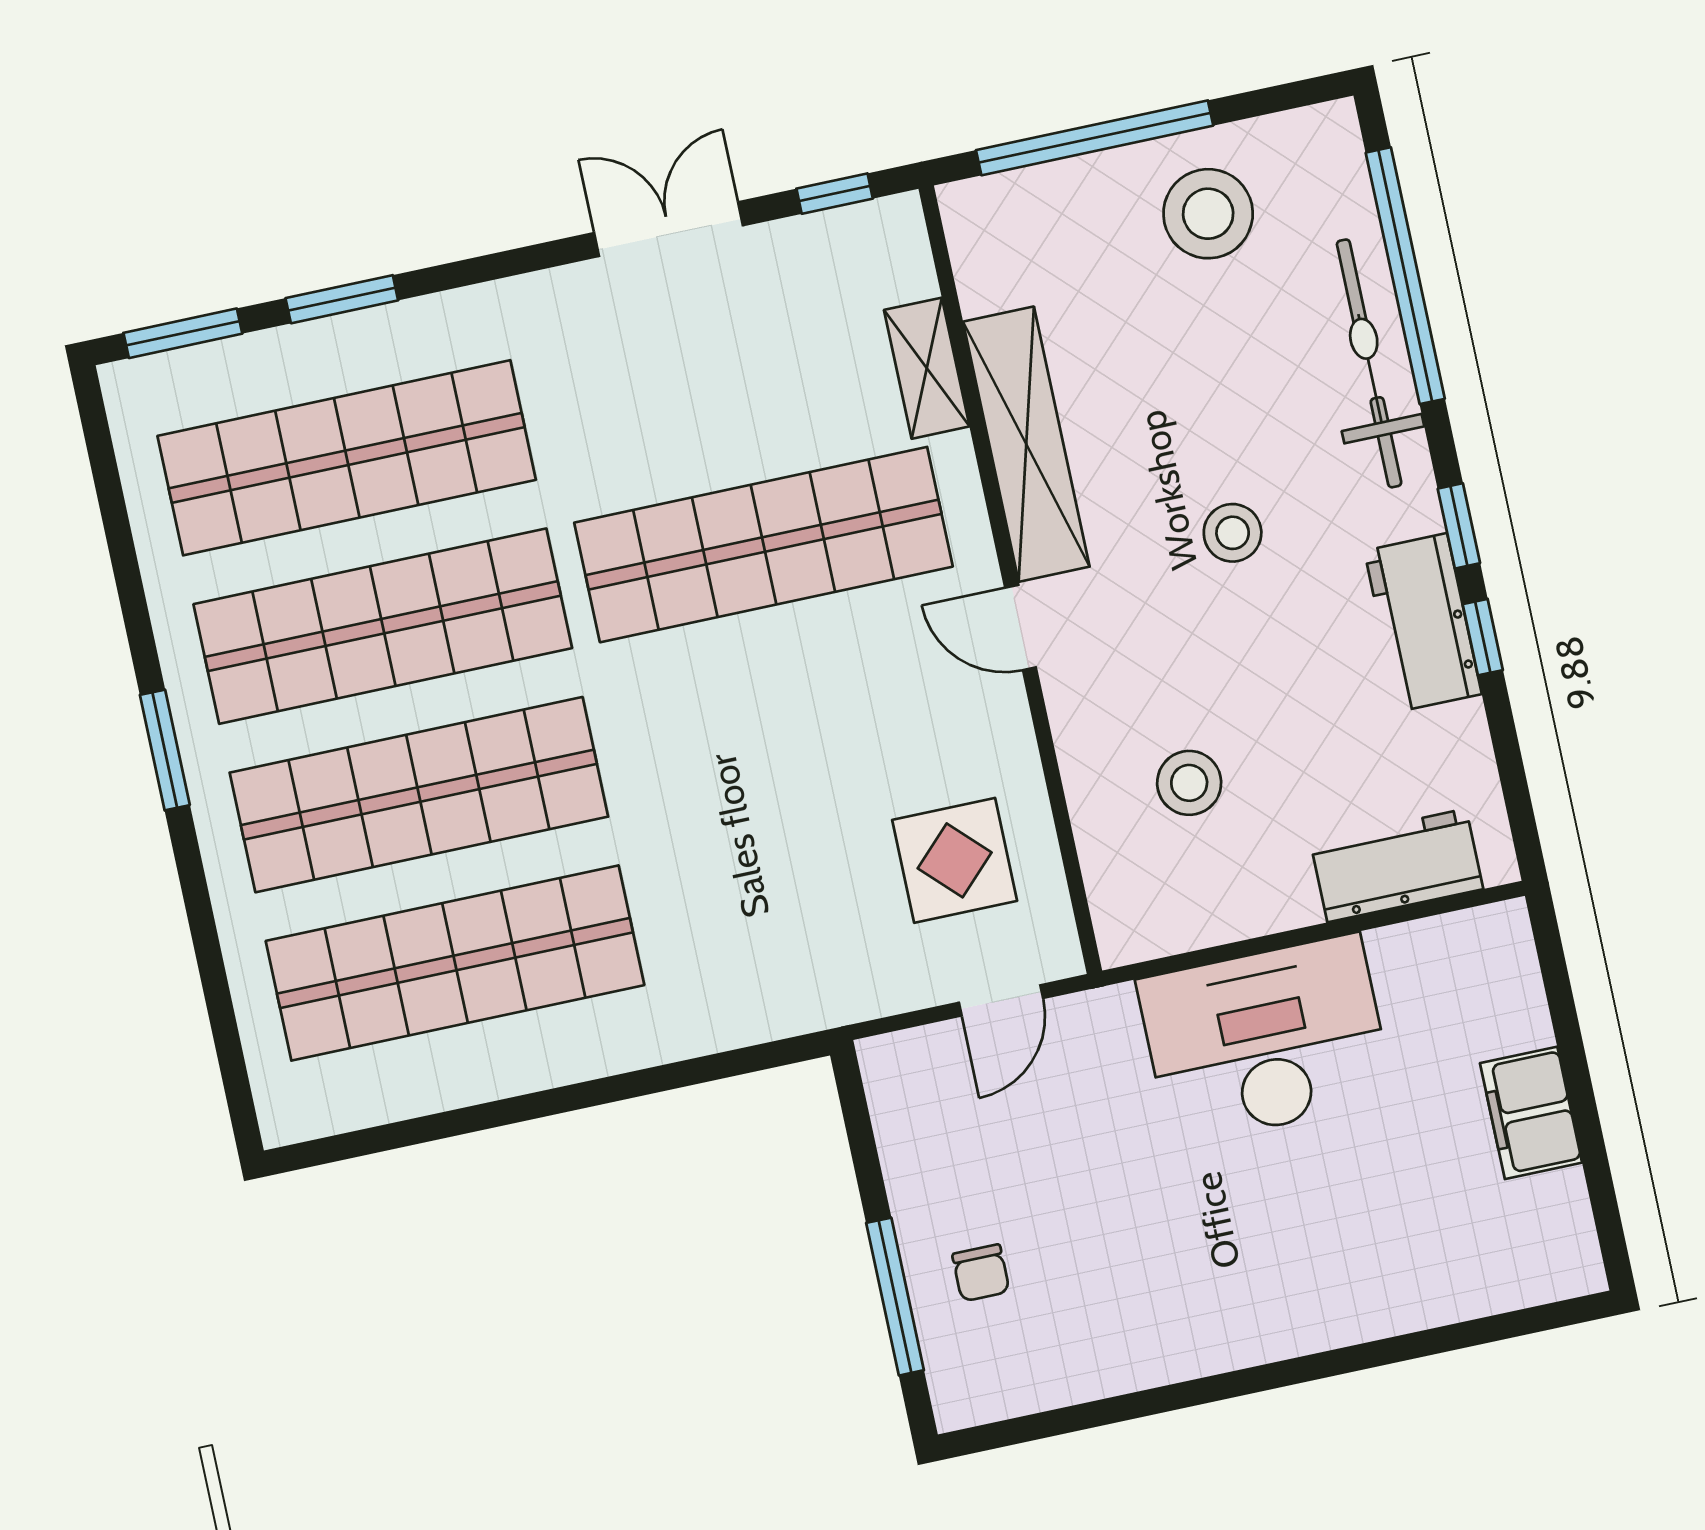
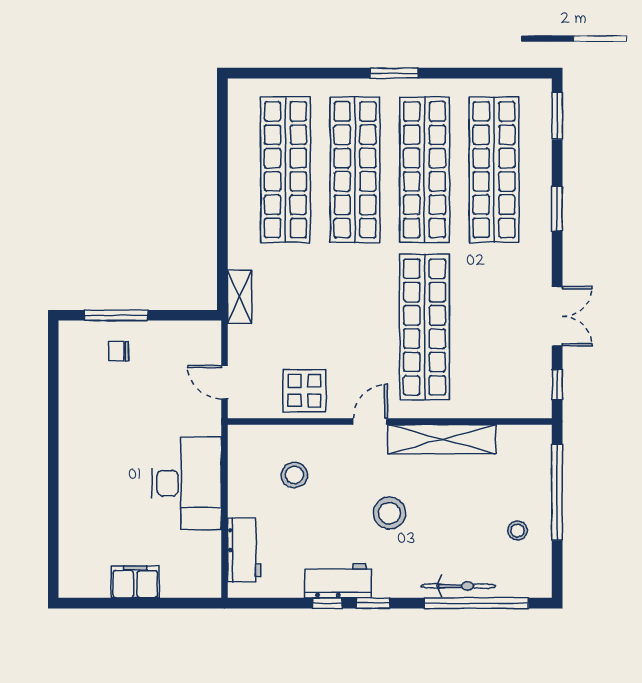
stool: (1208, 214) -> (518, 530), width x0.53, depth x0.53
window: (342, 299) -> (557, 209), moved
bicycle: (1369, 363) -> (458, 586), width x0.73, depth x0.71
shelving: (927, 368) -> (240, 297), moved, turned 90
stool: (1233, 533) -> (389, 513), width x1.38, depth x1.38
display table: (955, 860) -> (304, 391), moved

